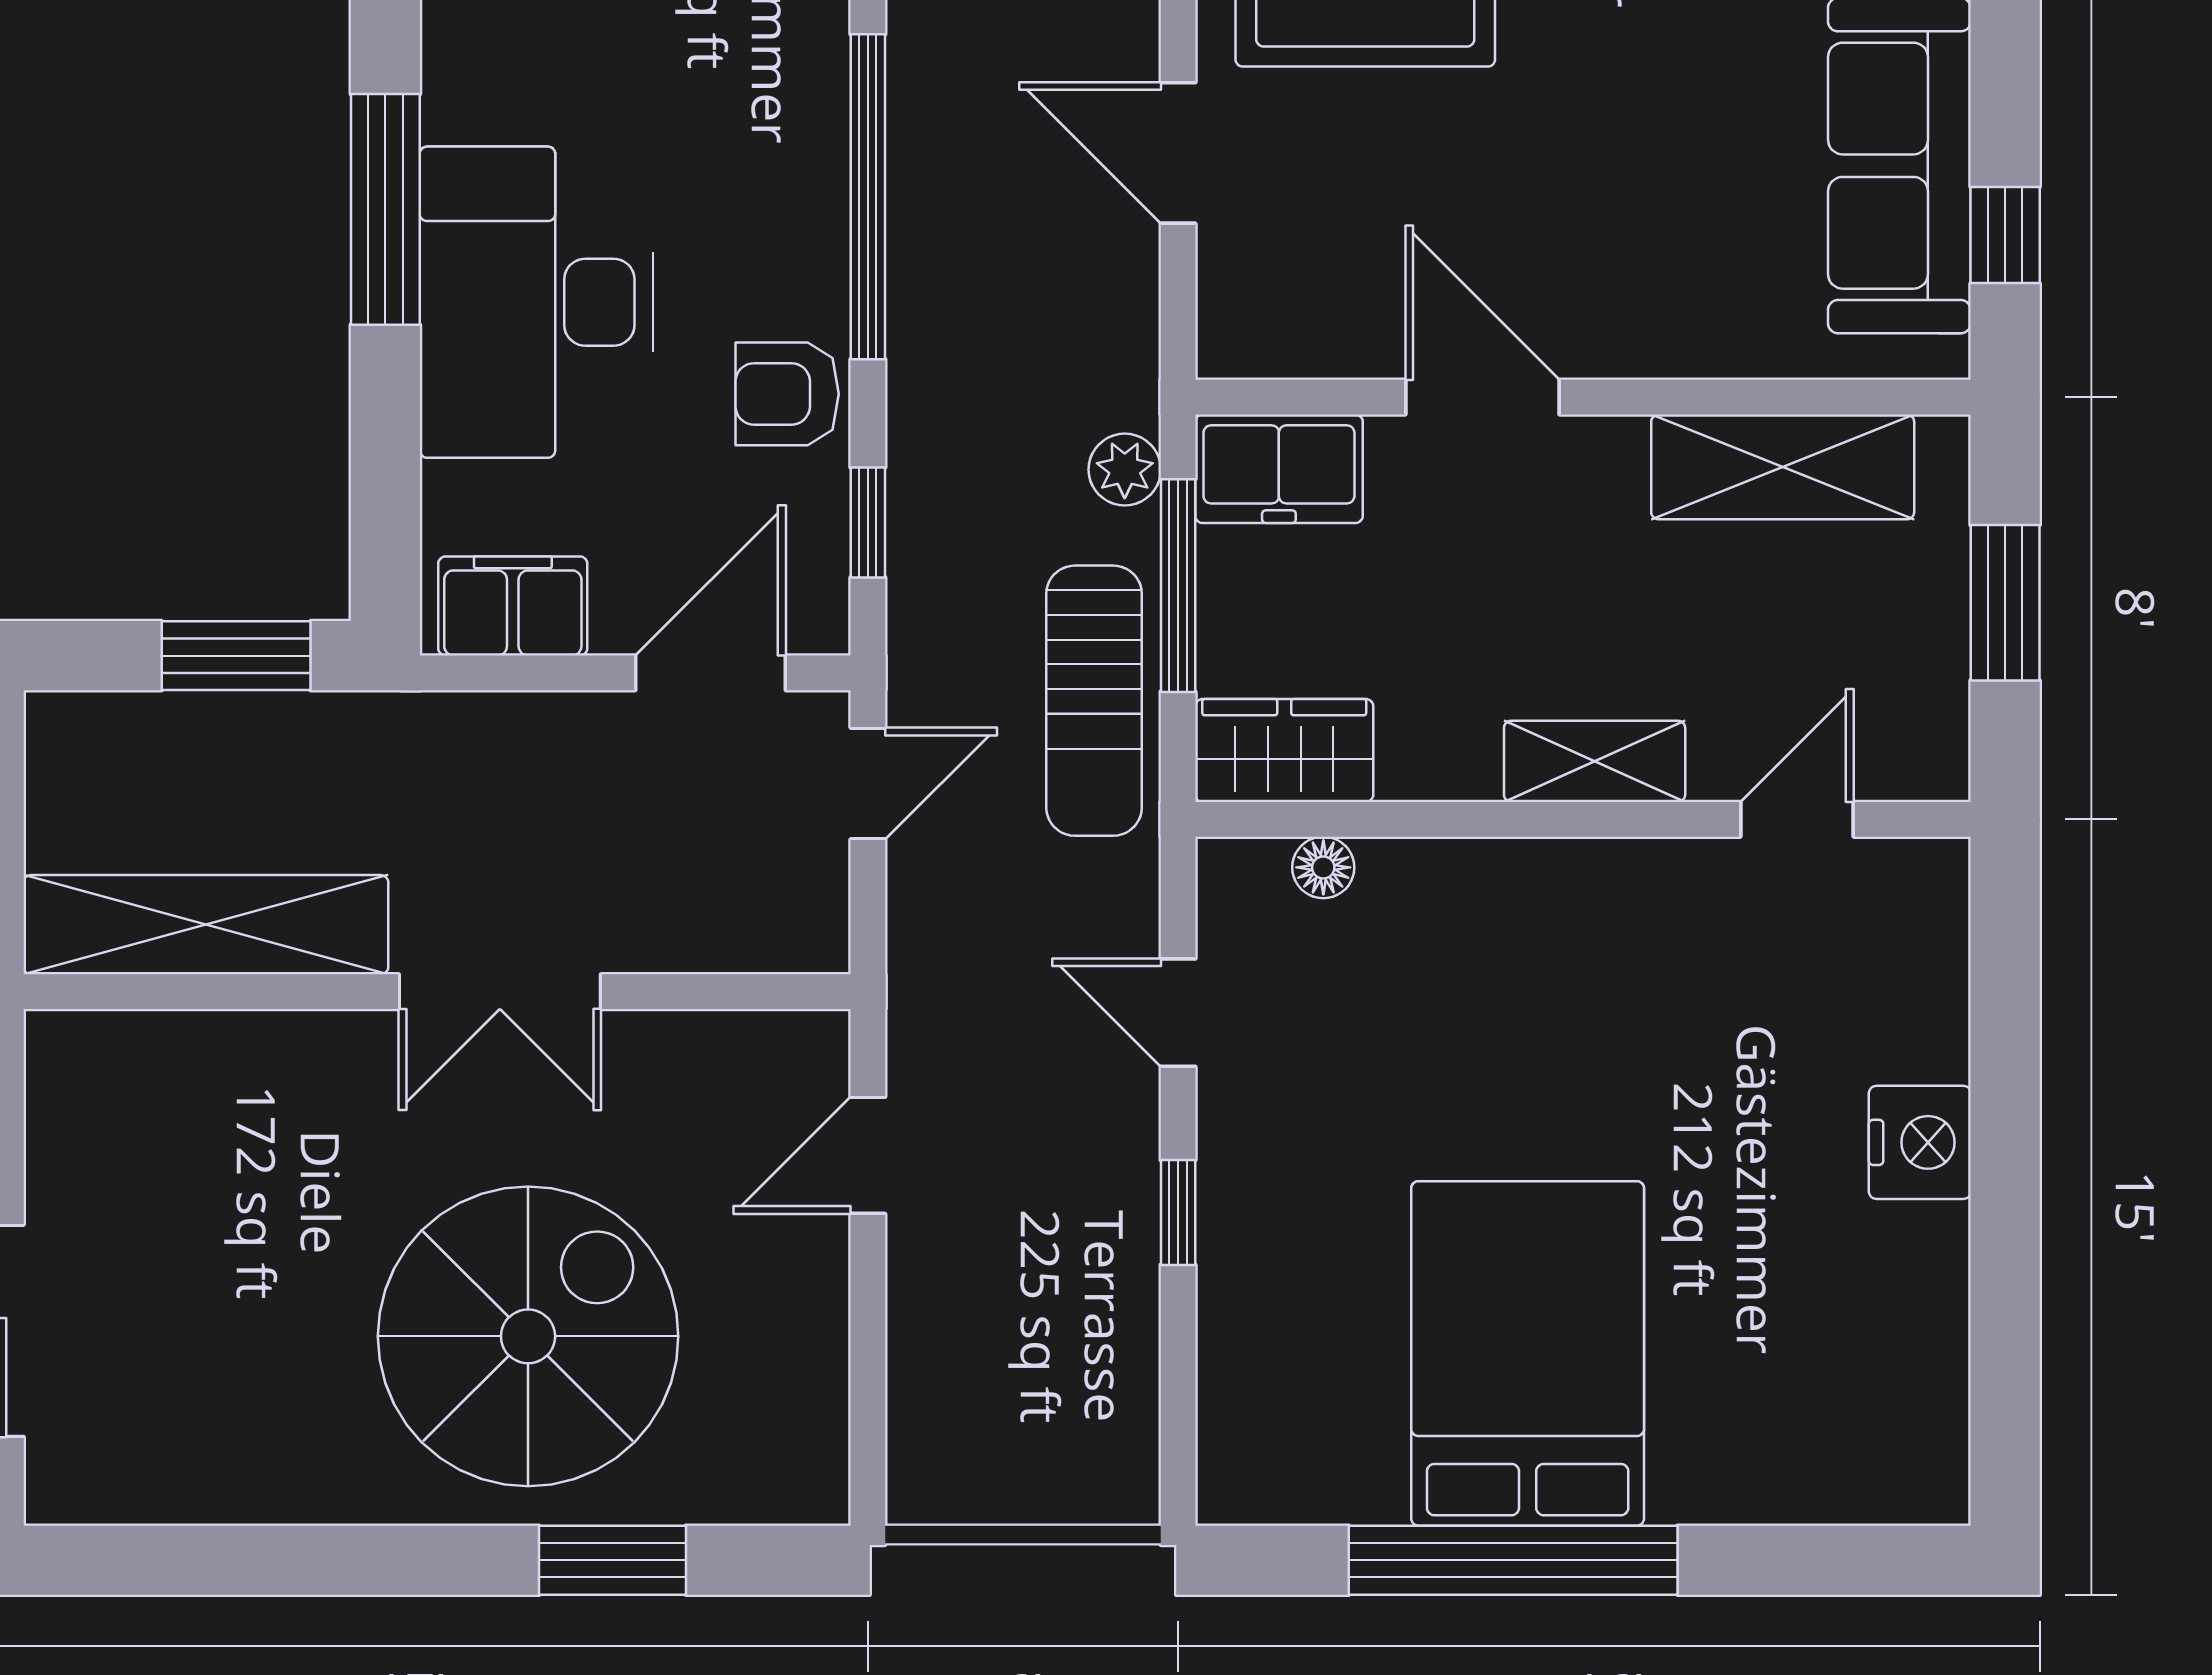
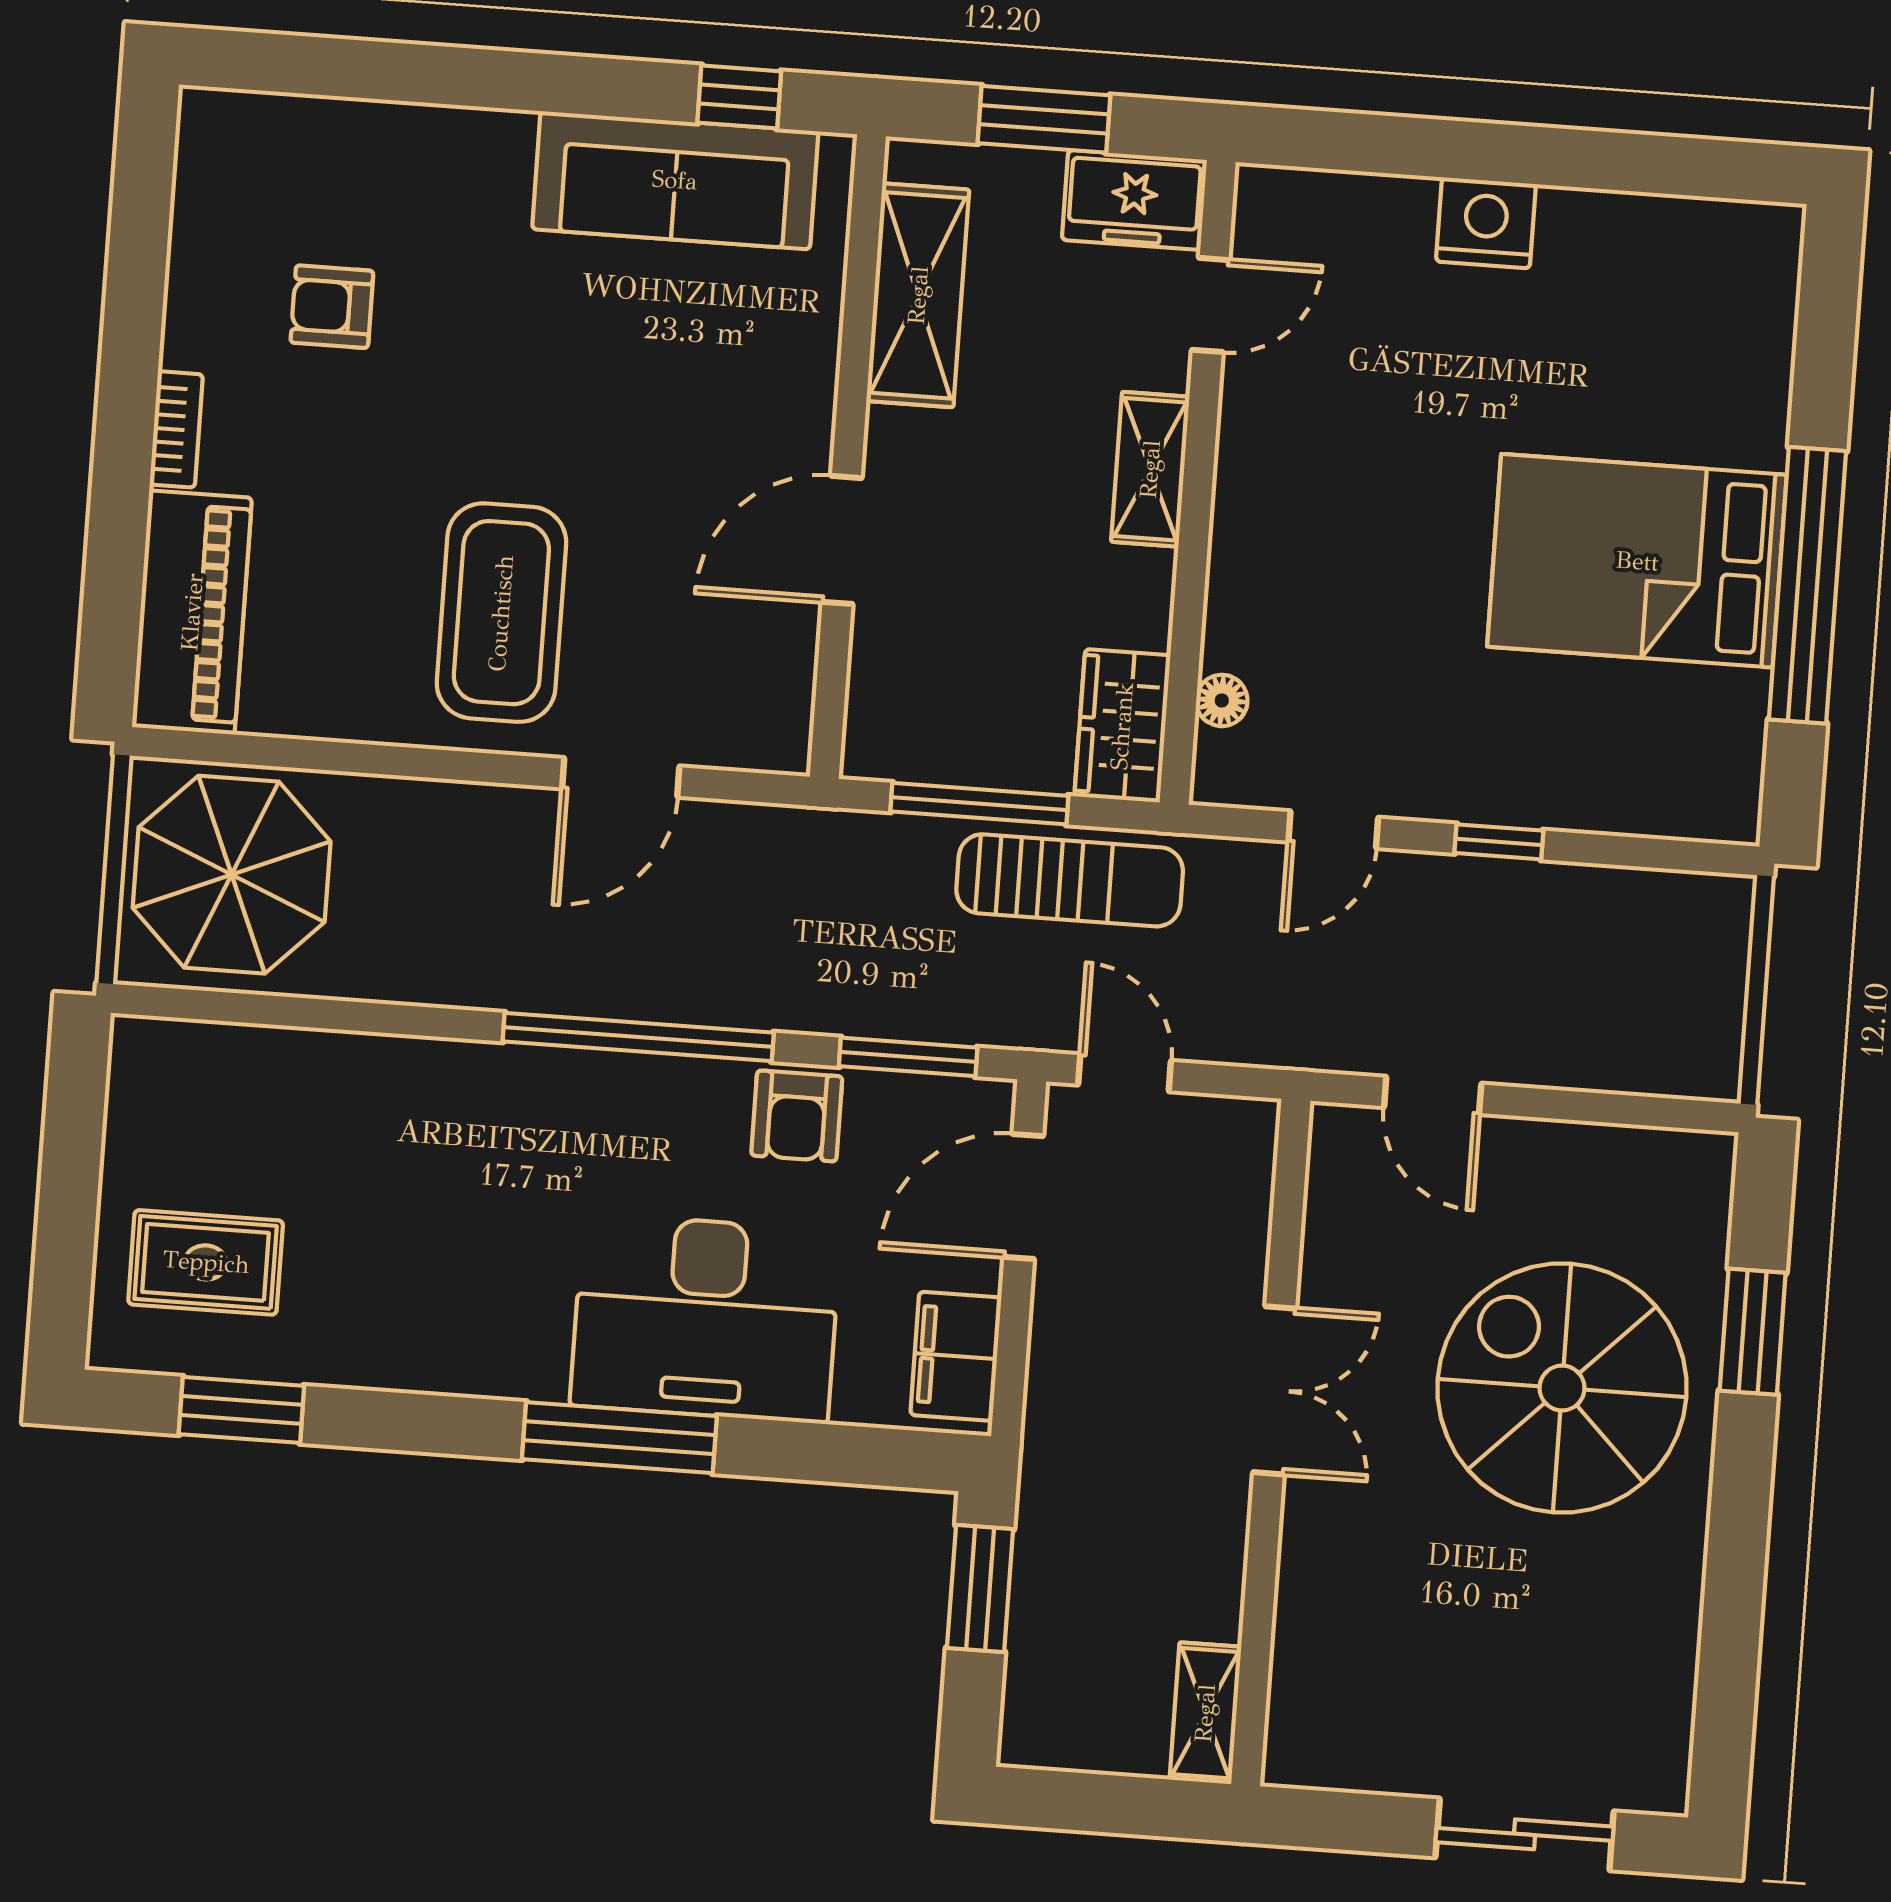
freezer: (1279, 469) -> (1134, 200), moved, turned 90
plant: (1125, 470) -> (880, 841), removed
window: (868, 522) -> (908, 1057), width x1.50
door: (710, 673) -> (1023, 1196), hinge flipped
door: (1797, 819) -> (1211, 305), swing flipped
shelving: (206, 925) -> (1205, 1713), width x0.45, depth x0.75

